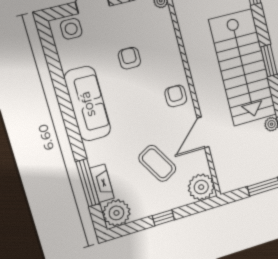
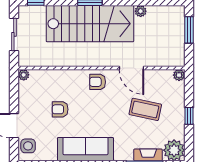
coffee table: (157, 163) -> (145, 109), turned 42
plant: (201, 187) -> (179, 75), width x0.53, depth x0.53

